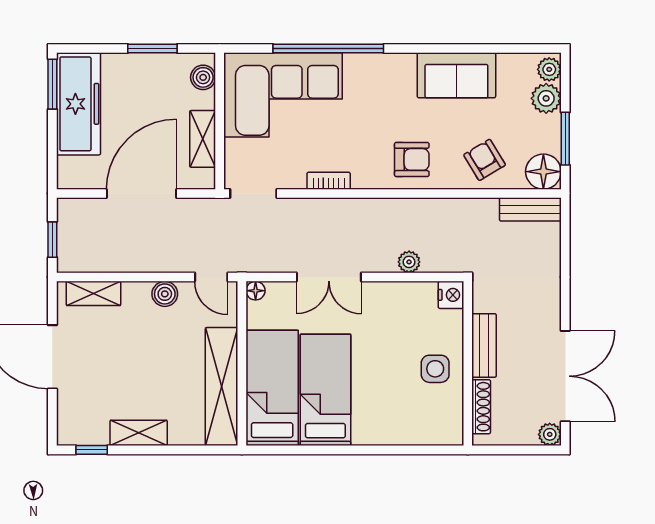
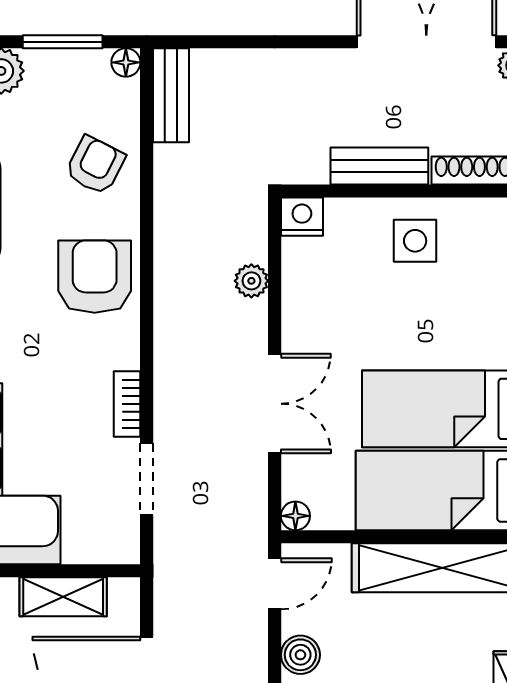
armchair: (412, 159) -> (95, 277), width x1.38, depth x1.38
armchair: (485, 160) -> (95, 165), turned 148
floor lamp: (543, 172) -> (126, 62), width x0.53, depth x0.53
doorway: (253, 193) -> (147, 479), moved

